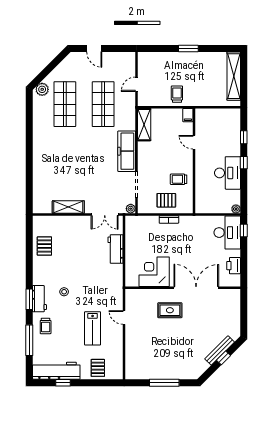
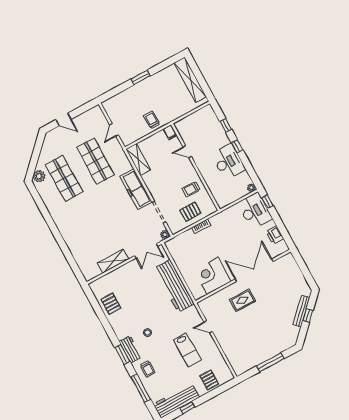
workbench: (115, 249) -> (174, 286), width x1.88, depth x1.32

